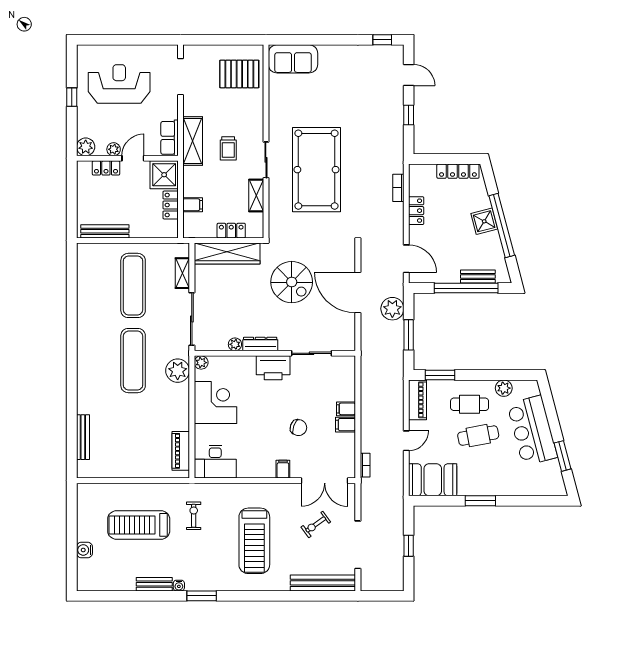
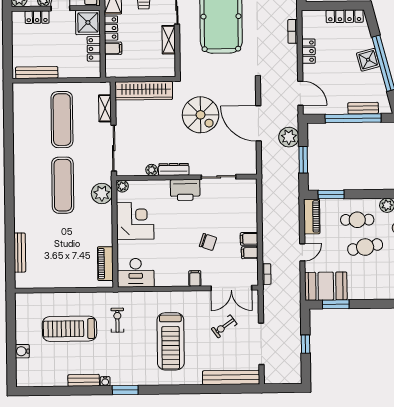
locker: (231, 231) -> (111, 28), moved, turned 90
filing cabinet: (346, 409) -> (250, 253), moved
window: (480, 501) -> (336, 304), moved

